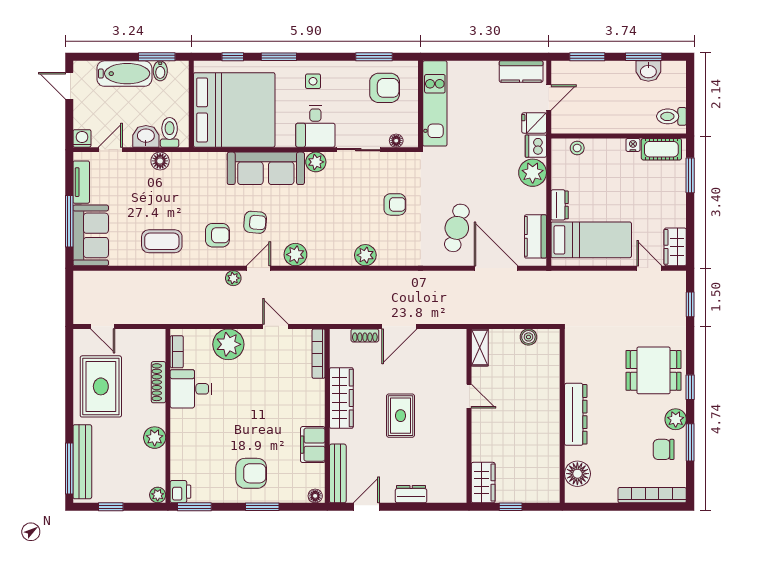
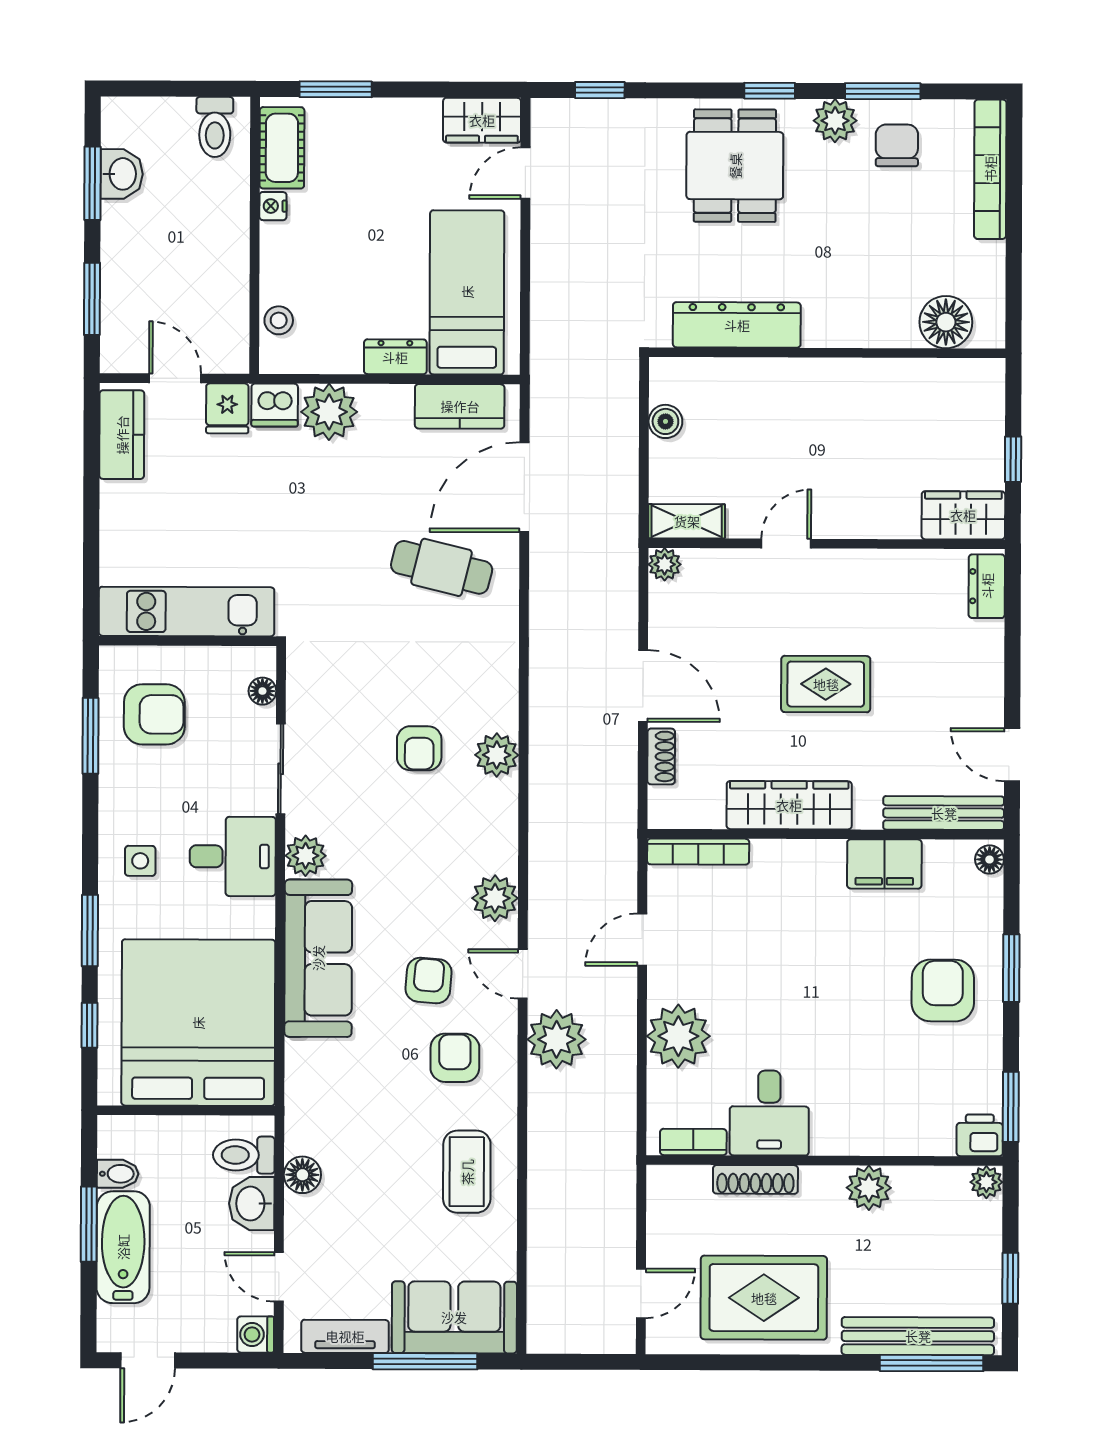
window: (157, 57) -> (89, 1224), moved
armchair: (385, 88) -> (154, 714), turned 90
armchair: (395, 204) -> (419, 748), moved, turned 180
plant: (233, 278) -> (557, 1039), width x1.87, depth x1.87
plant: (459, 337) -> (665, 564), added
dresser: (576, 414) -> (737, 325), moved
chair: (664, 449) -> (897, 145), turned 180
dresser: (411, 494) -> (987, 586), moved

